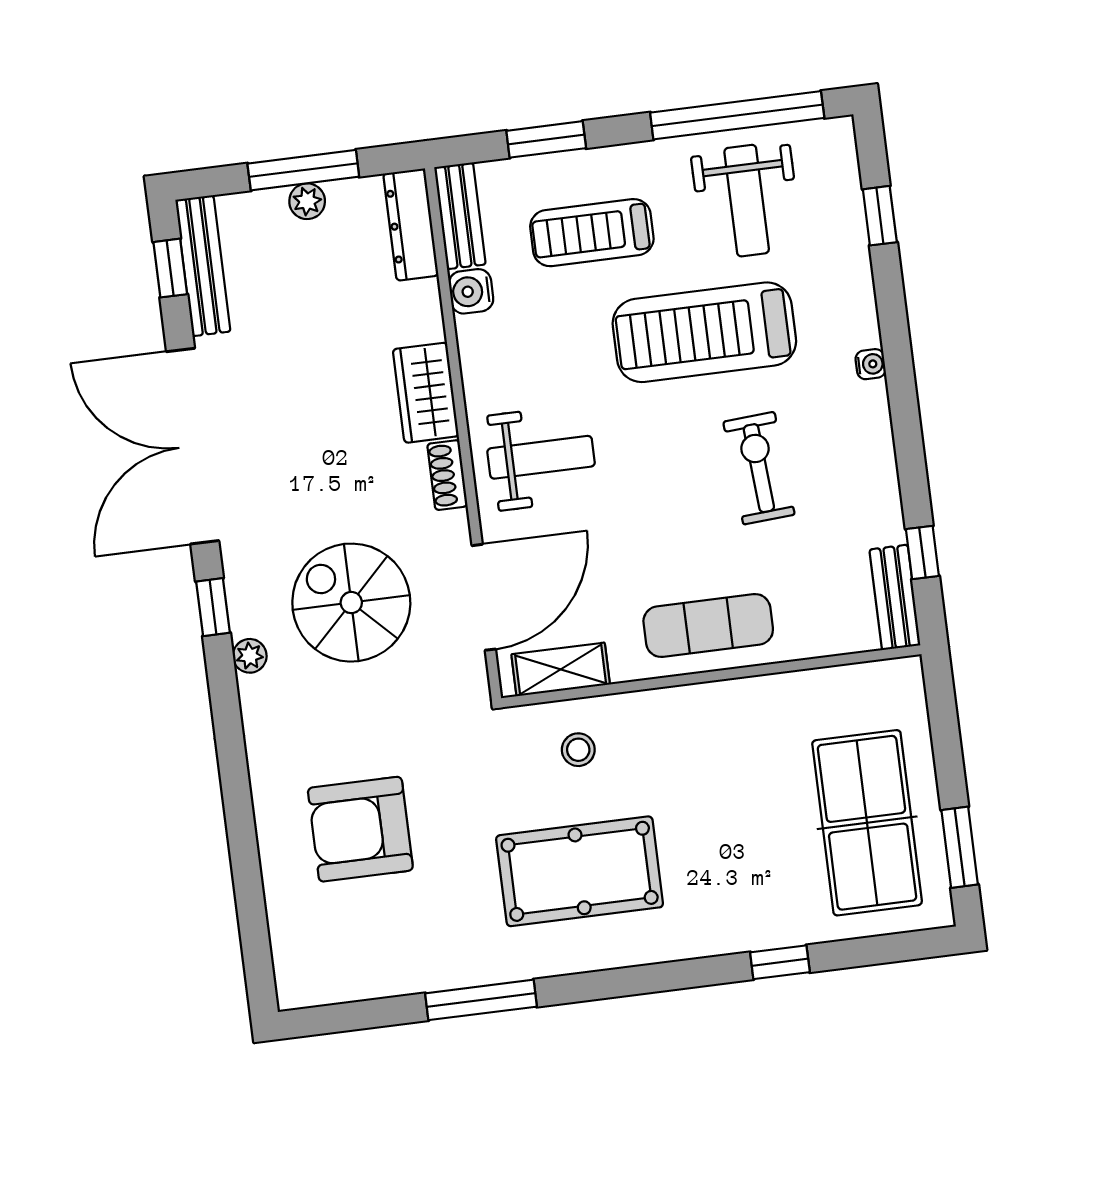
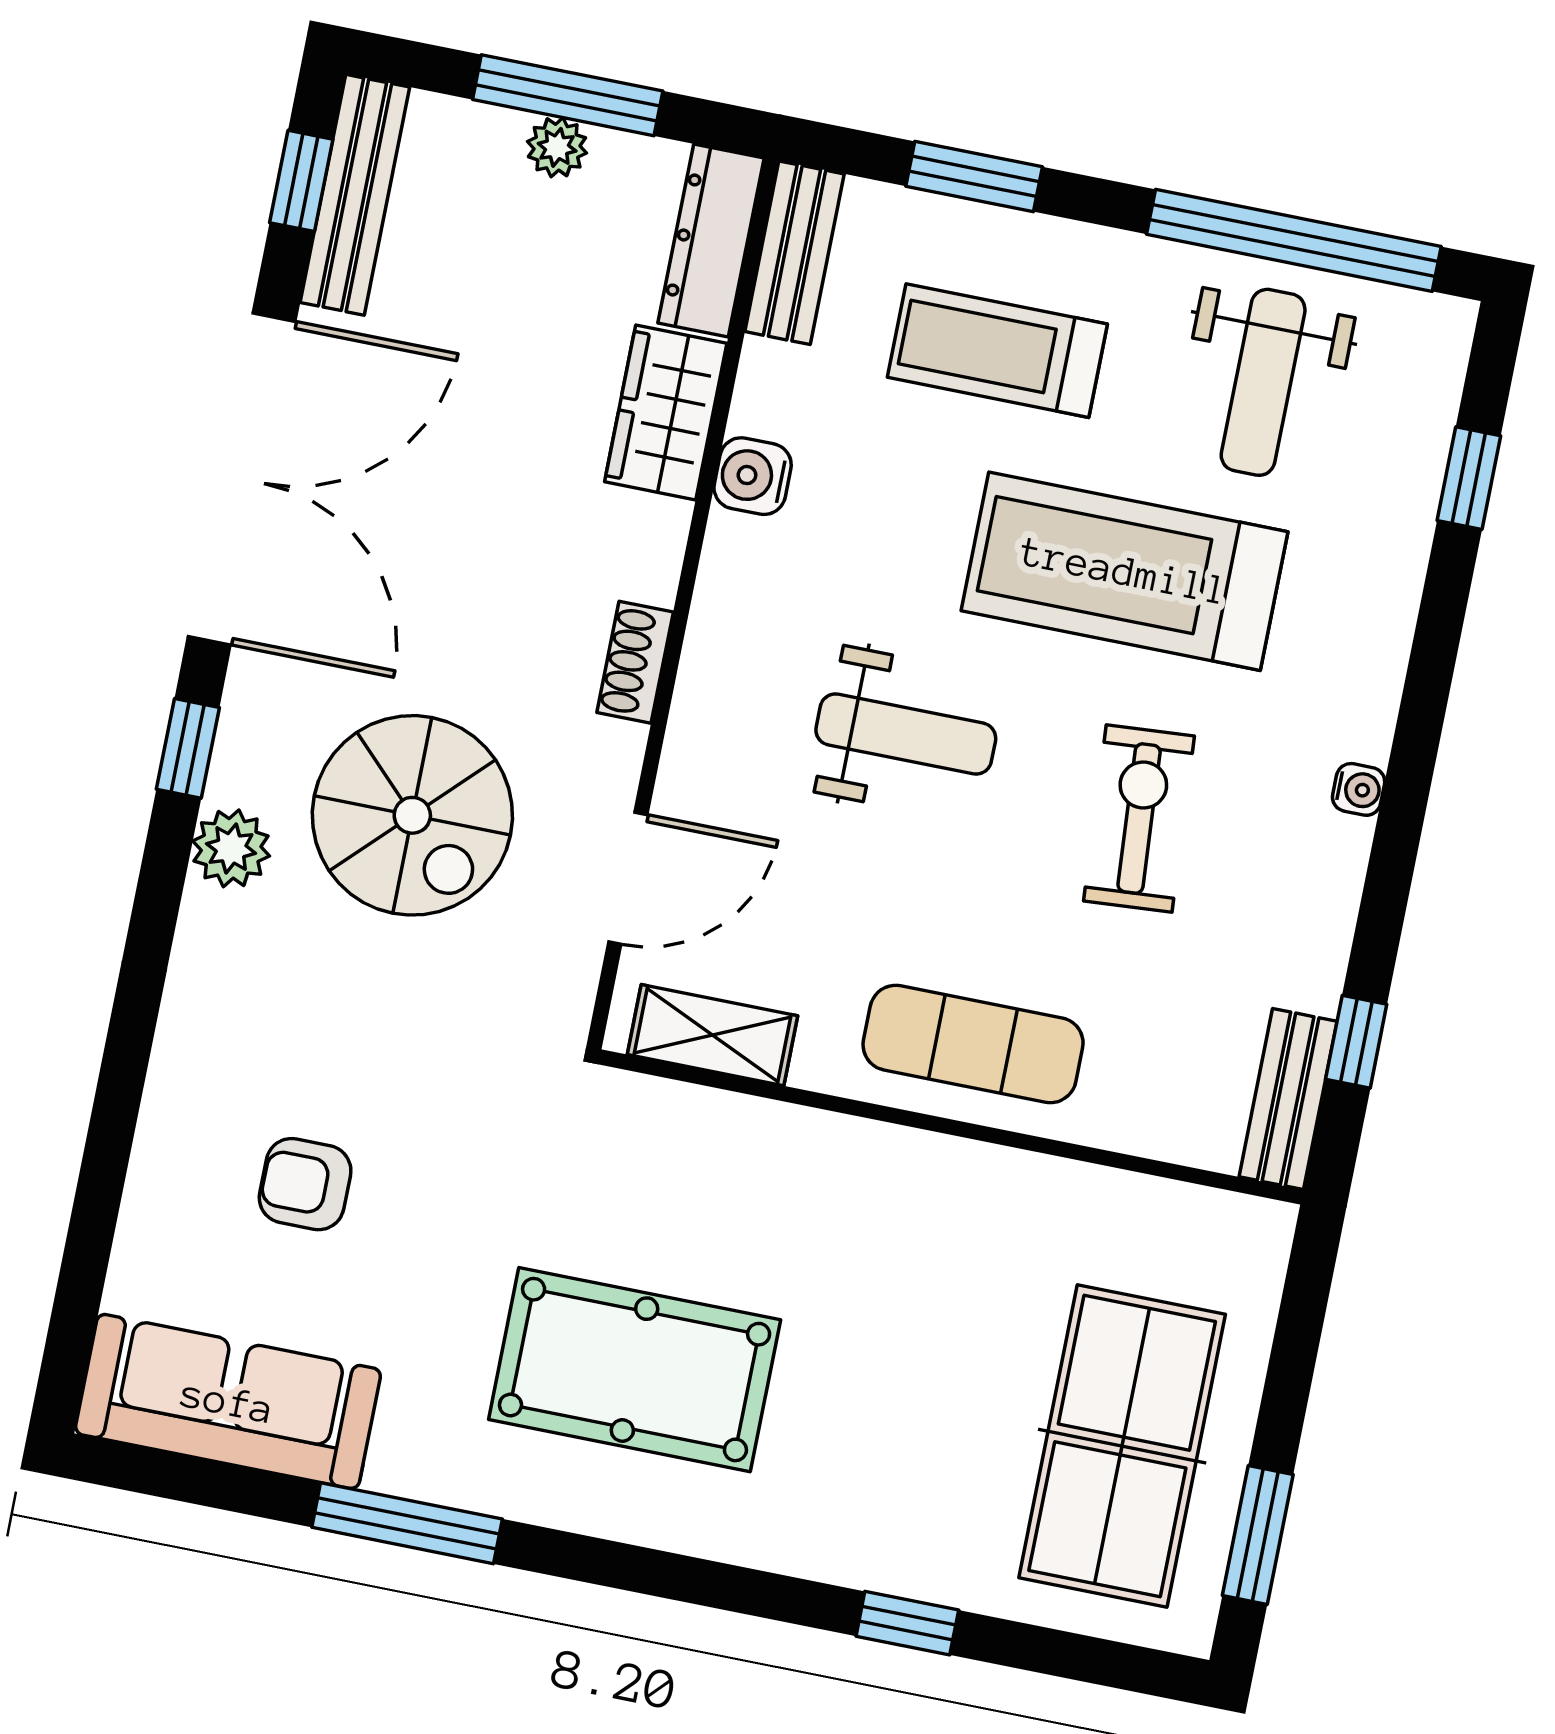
water cooler: (471, 291) -> (753, 476), moved
water cooler: (871, 364) -> (1359, 789), moved
wardrobe: (426, 393) -> (666, 413), moved
double door: (193, 446) -> (242, 479), swing flipped
weight bench: (541, 457) -> (906, 734), moved
door: (484, 597) -> (628, 878), width x0.73
spiral stairs: (351, 603) -> (412, 815), turned 180
plant: (250, 656) -> (231, 848), width x1.38, depth x1.38
stool: (578, 750) -> (698, 1174), removed
armchair: (360, 829) -> (305, 1184), width x0.53, depth x0.53
sofa: (358, 965) -> (228, 1401), added

